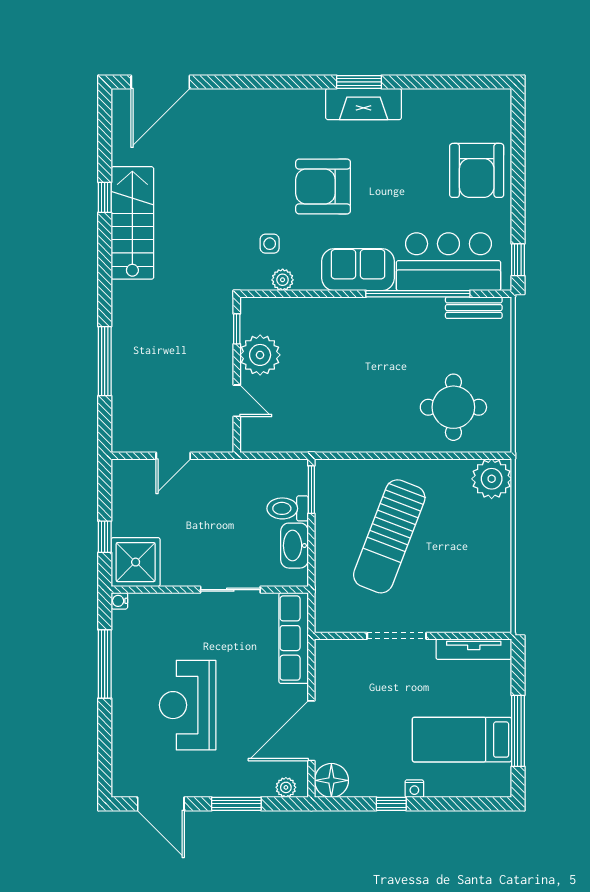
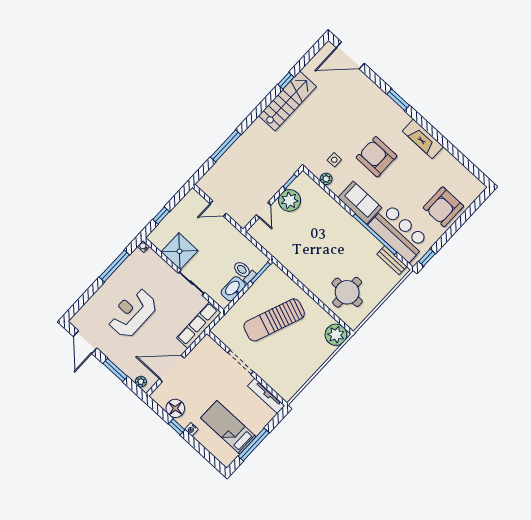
window: (359, 82) -> (398, 100), moved
shower: (136, 562) -> (180, 251), moved
floor lamp: (331, 780) -> (175, 408), moved

